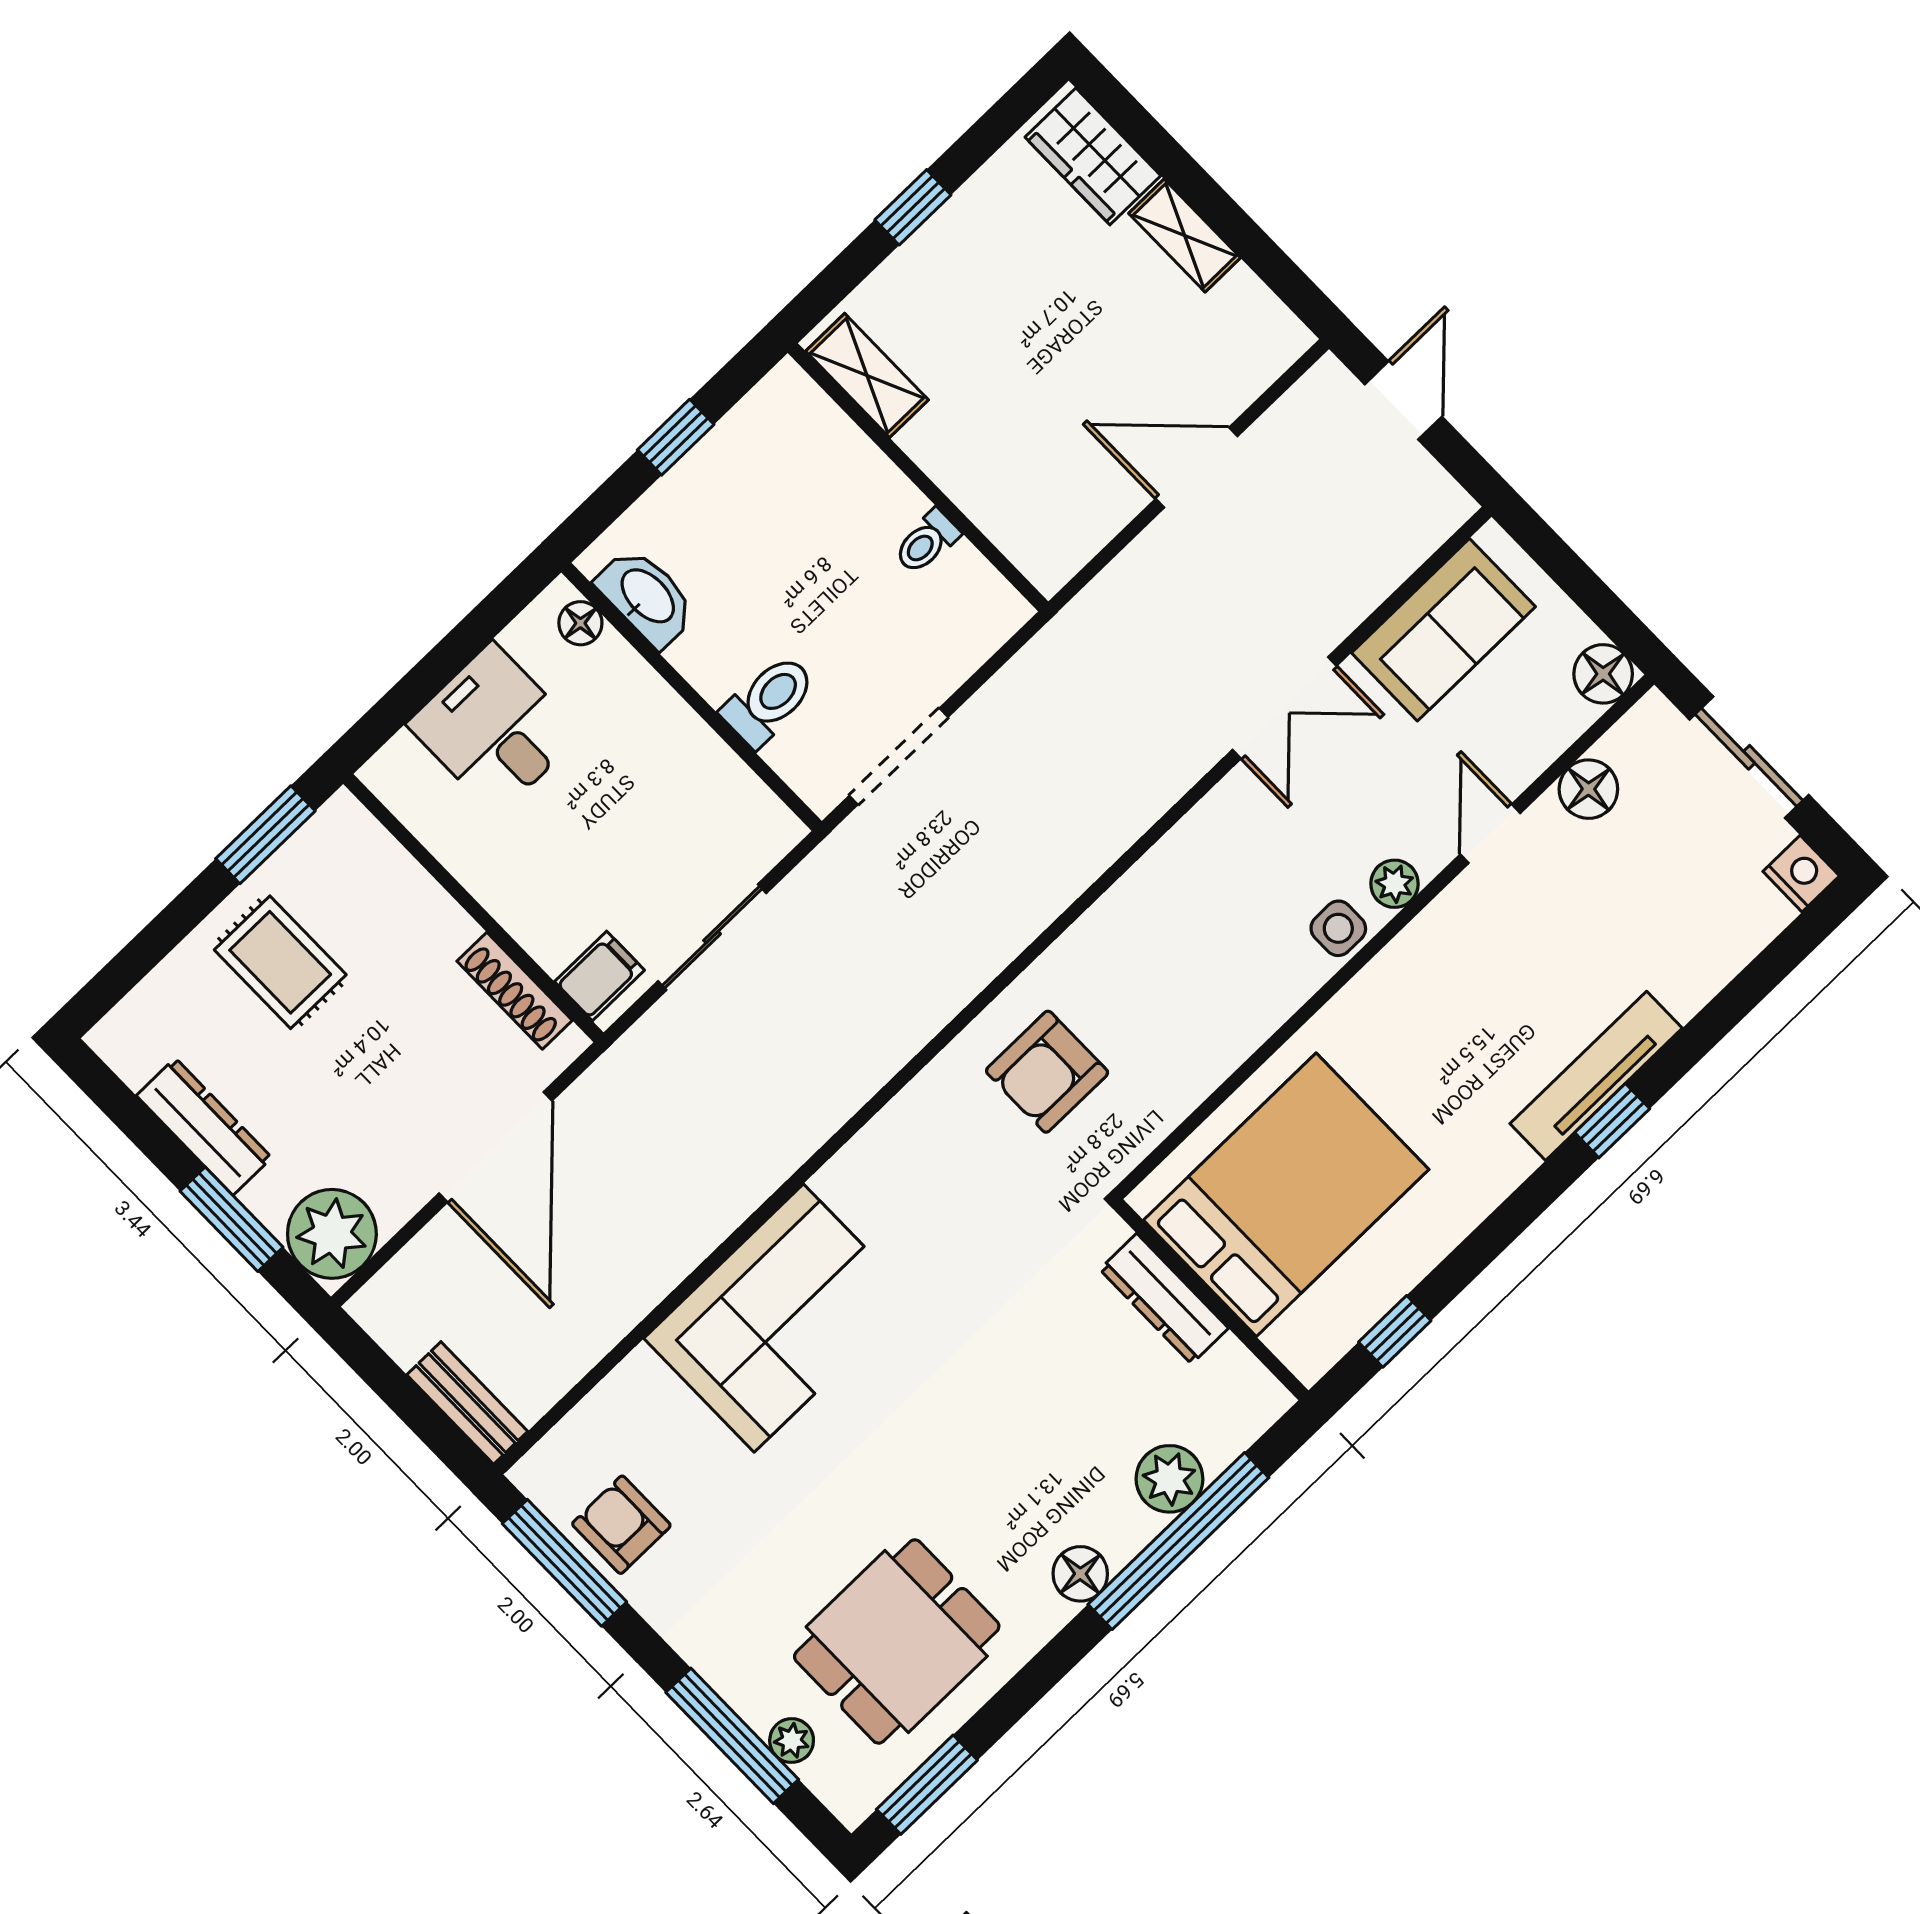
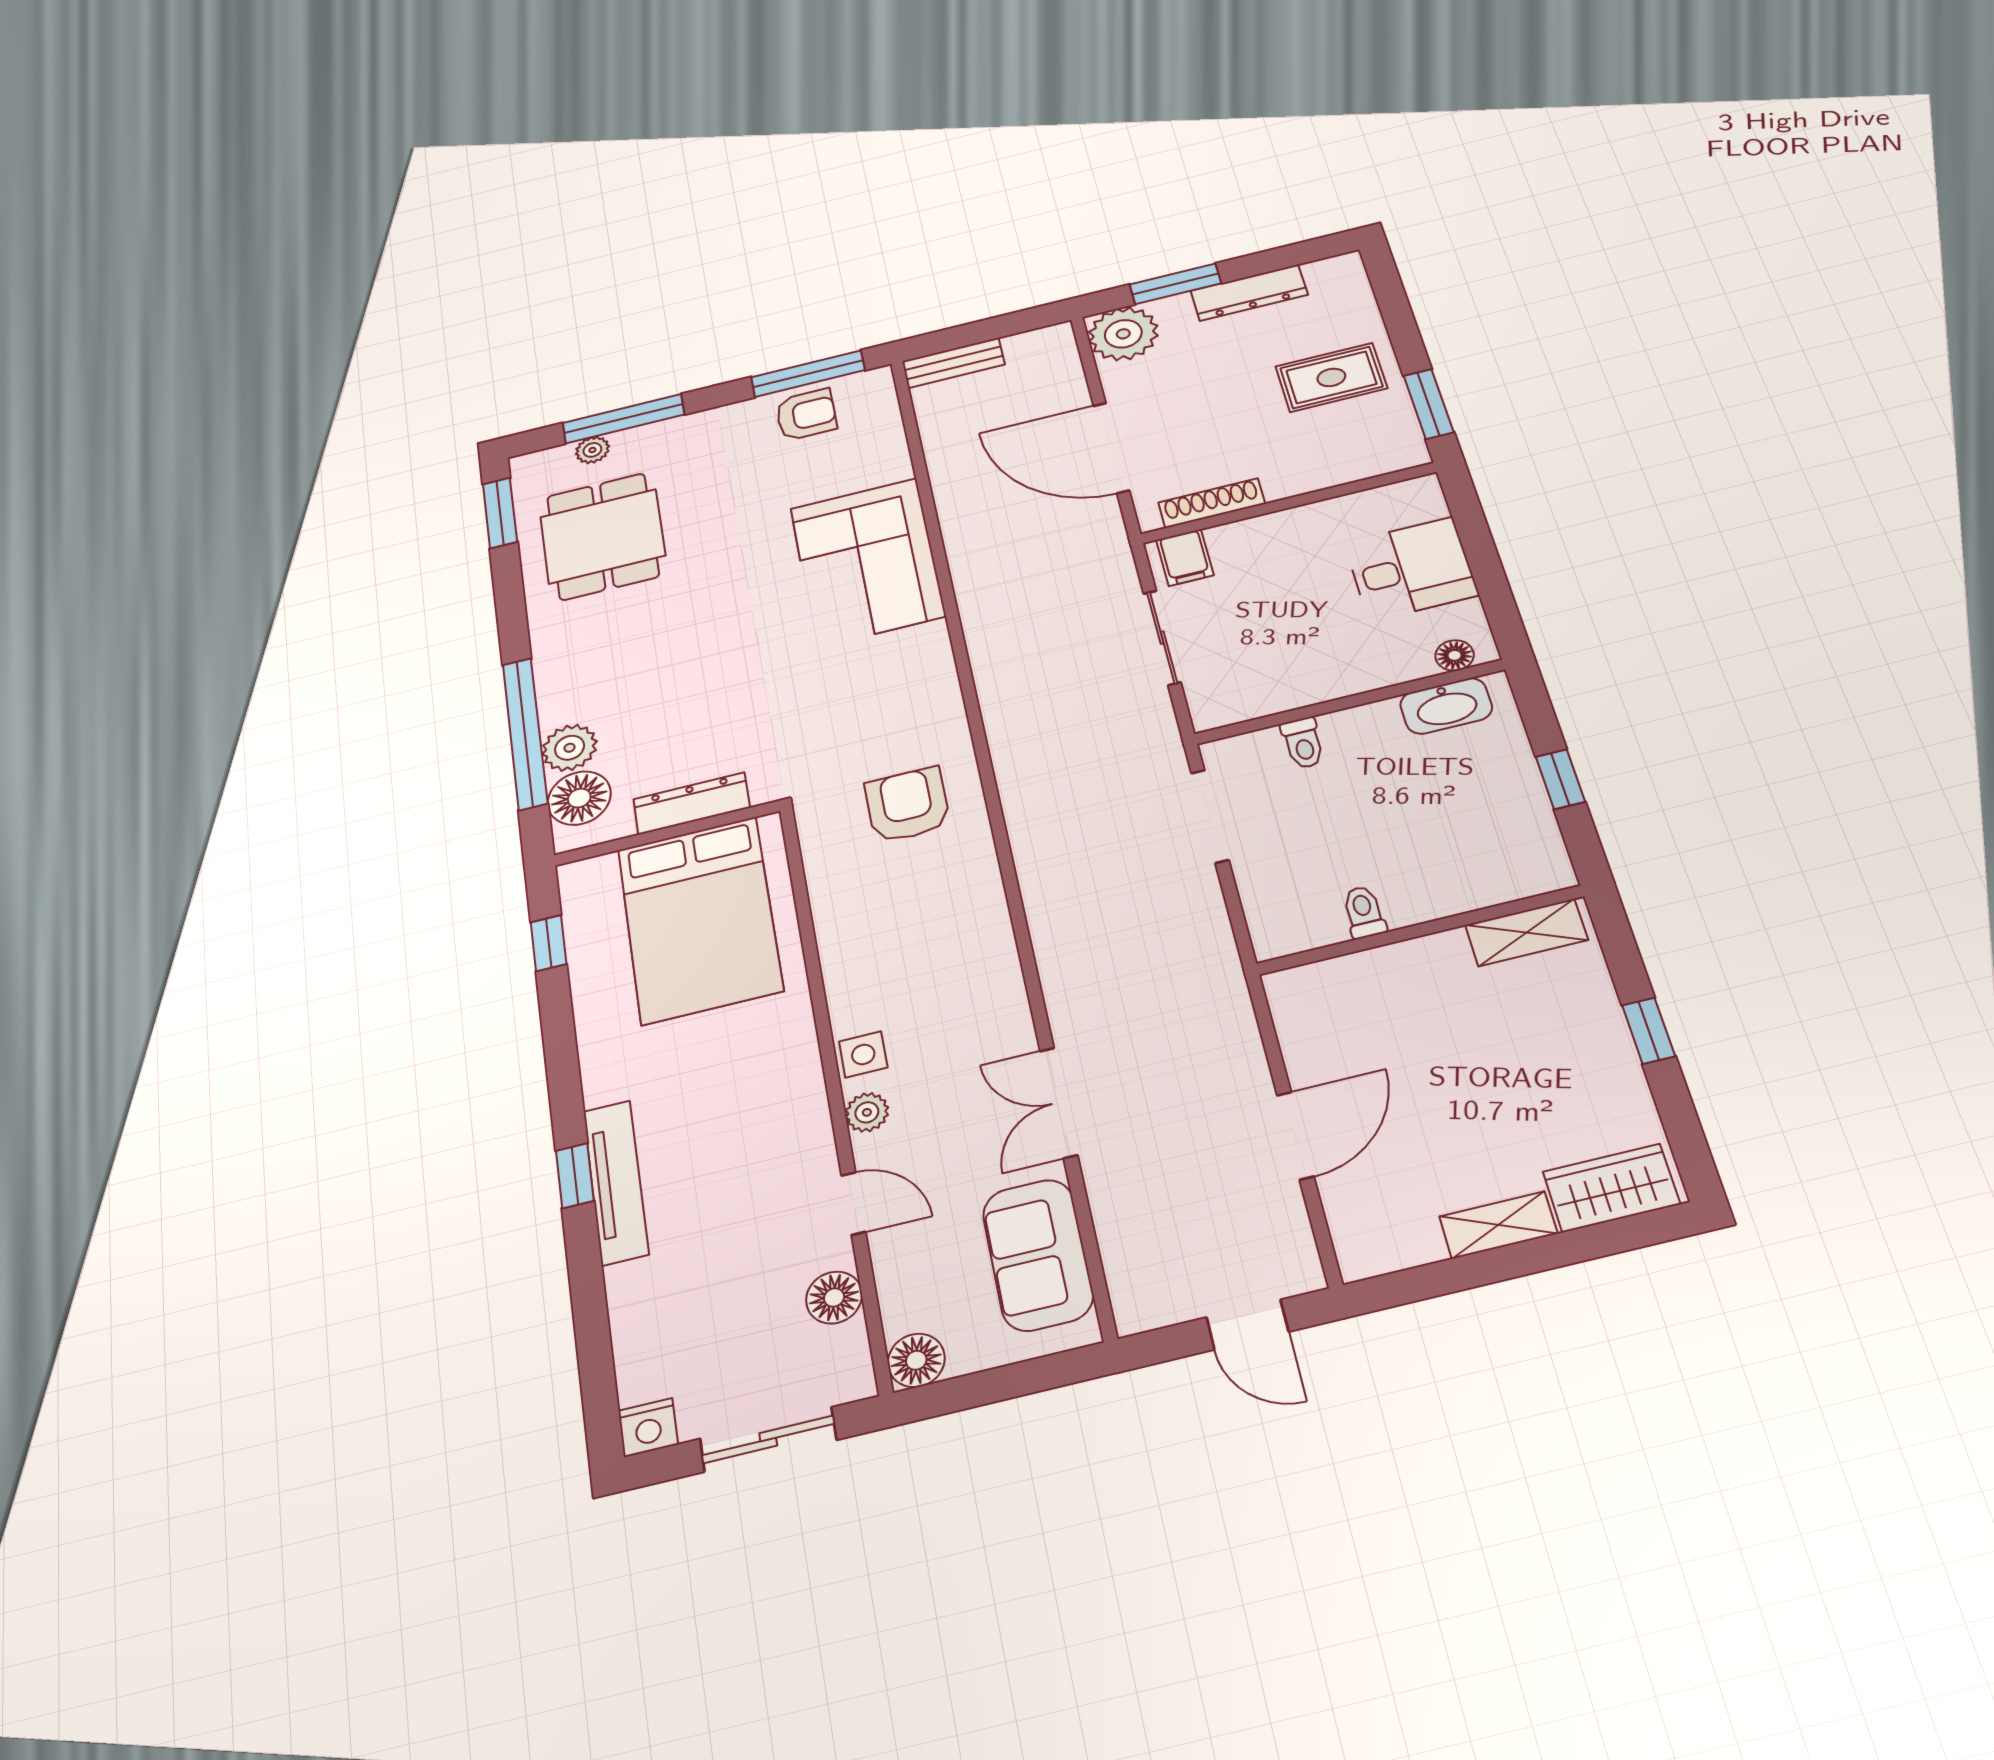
toilet: (769, 700) -> (1303, 743), width x0.73, depth x0.72
floor lamp: (1080, 1574) -> (579, 798), moved, width x1.38, depth x1.38

